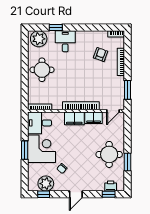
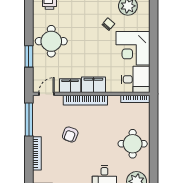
armchair: (101, 55) -> (70, 134), moved
window: (128, 90) -> (29, 119), width x1.44
window: (25, 150) -> (154, 46), removed
window: (128, 162) -> (29, 56), moved

